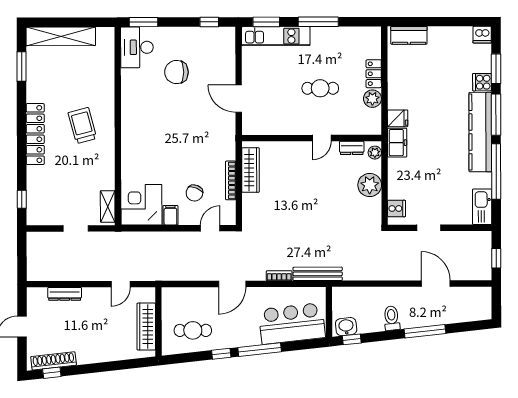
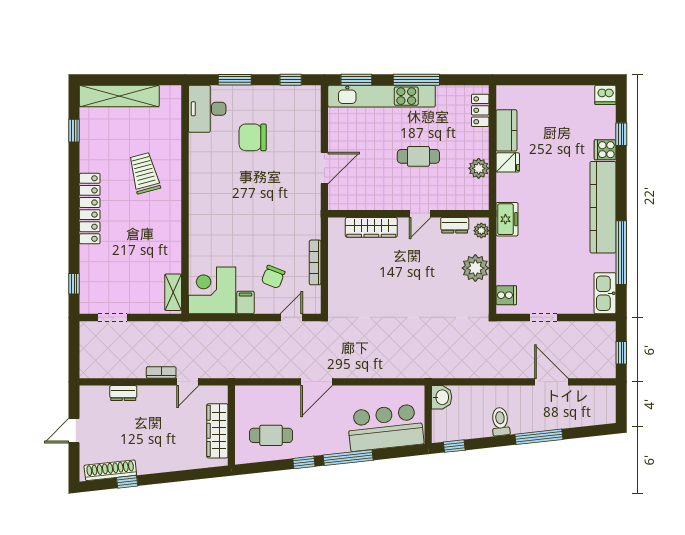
window: (143, 22) -> (235, 80), moved
kitchen counter: (409, 35) -> (506, 130), moved, turned -90
kitchen unit: (276, 36) -> (382, 96), width x1.36
window: (22, 66) -> (74, 131), width x0.67
window: (496, 69) -> (621, 134), width x0.67
locker: (374, 74) -> (480, 110), moved
door: (239, 99) -> (324, 168), swing flipped
window: (496, 115) -> (621, 187), removed
fridge: (398, 118) -> (508, 162), moved
trolley: (82, 126) -> (144, 173), moved
wardrobe: (251, 170) -> (371, 227), moved, turned 90
doorway: (76, 228) -> (112, 317), moved
bench: (318, 274) -> (415, 370), removed
bookcase: (279, 276) -> (161, 372), moved
dresser: (65, 294) -> (123, 393), width x0.70
washbasin: (346, 327) -> (442, 397), moved, turned 96
window: (52, 373) -> (127, 482), moved

